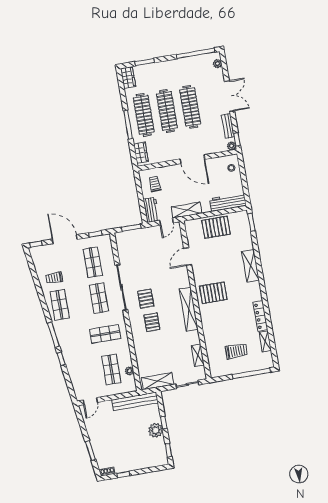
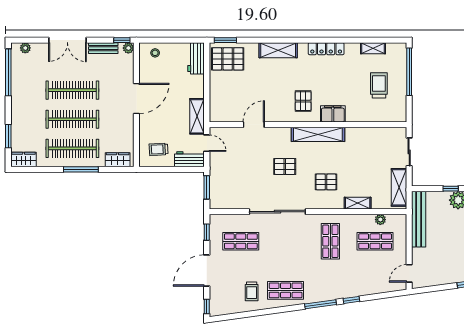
double door: (230, 96) -> (67, 40), swing flipped
workbench: (228, 202) -> (196, 58), width x0.73
pallet: (216, 227) -> (228, 59), moved, turned 90
door: (188, 257) -> (254, 125), swing flipped
pallet: (213, 293) -> (303, 101), width x0.67, depth x0.71
shop shelf: (99, 298) -> (286, 241), removed
pallet: (146, 299) -> (285, 167), moved
locker: (260, 316) -> (326, 49), moved
filing cabinet: (207, 318) -> (333, 114), added
shelving: (198, 355) -> (358, 203), moved
door: (90, 401) -> (409, 273), swing flipped

